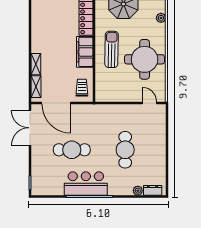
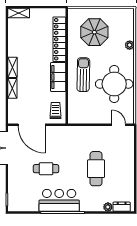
shelving: (36, 87) -> (13, 67), moved
cafe table: (72, 150) -> (46, 169), width x0.73, depth x0.74

